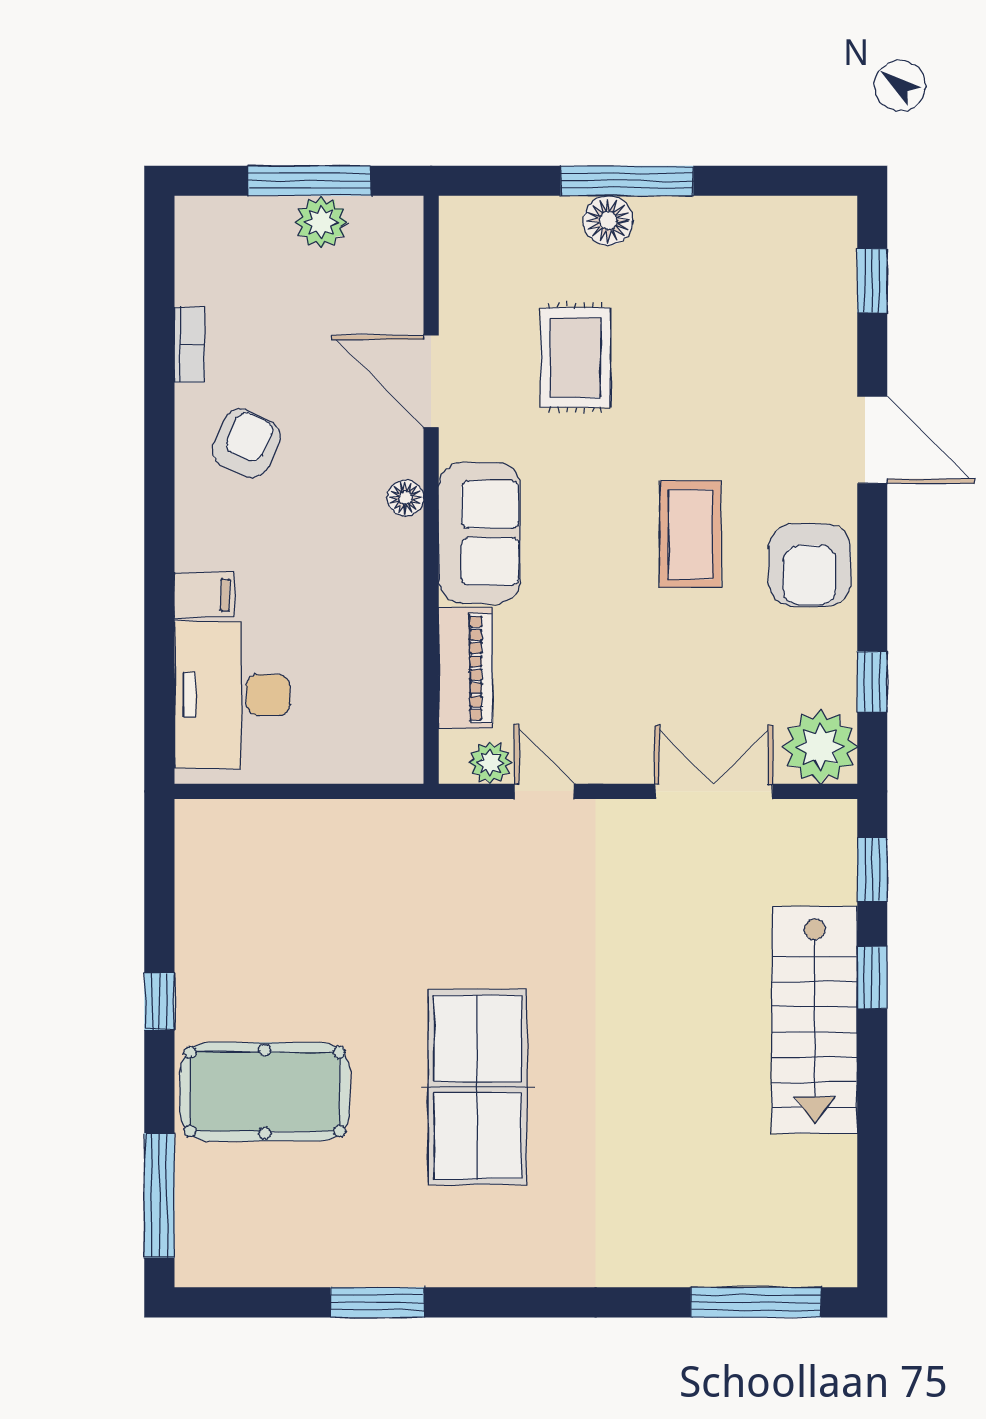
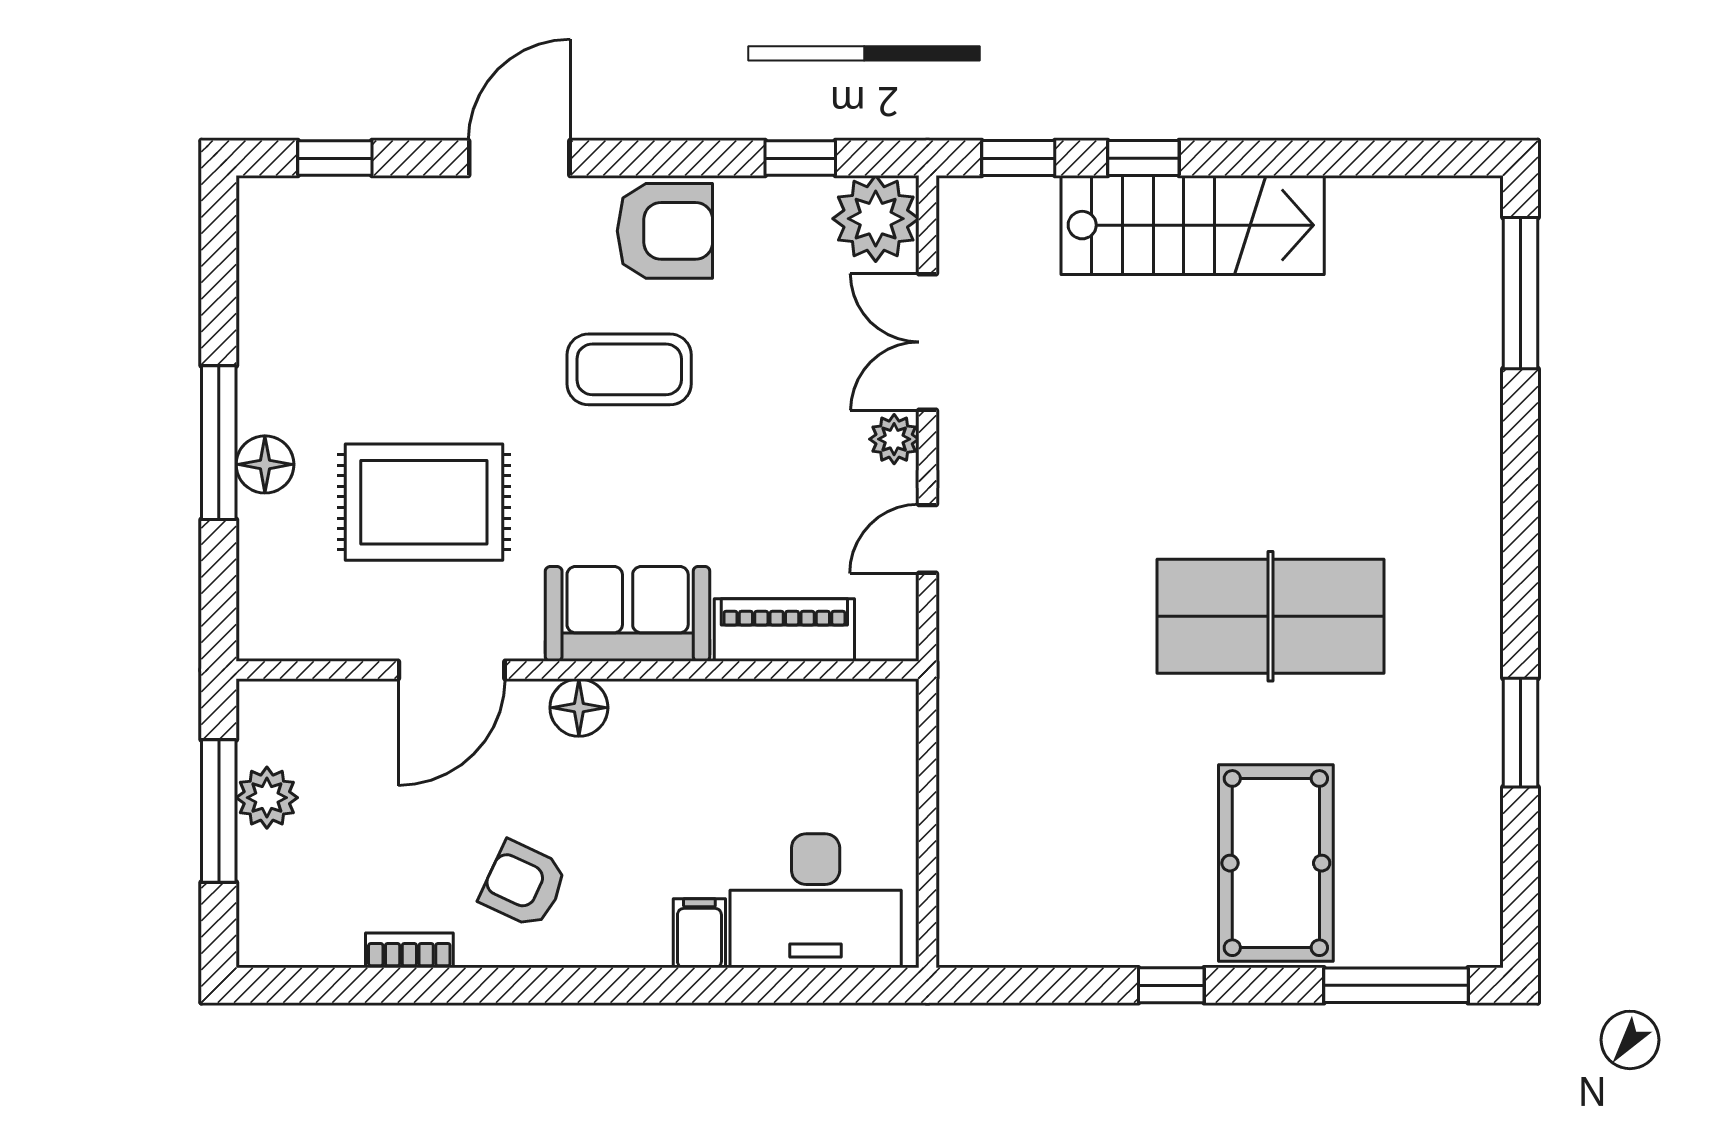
rug: (576, 357) -> (424, 502), width x1.36, depth x1.43
floor lamp: (405, 498) -> (579, 708), width x1.37, depth x1.37
plant: (490, 763) -> (894, 439), moved

